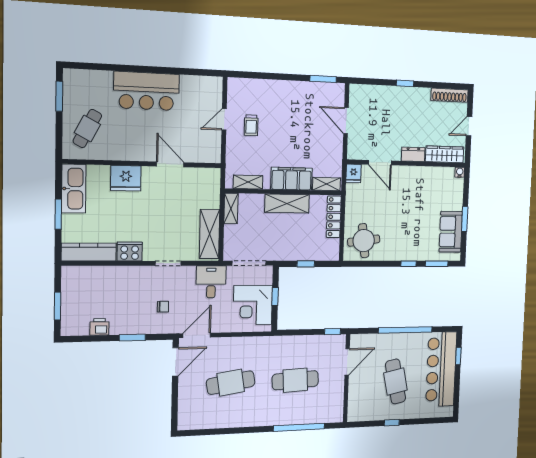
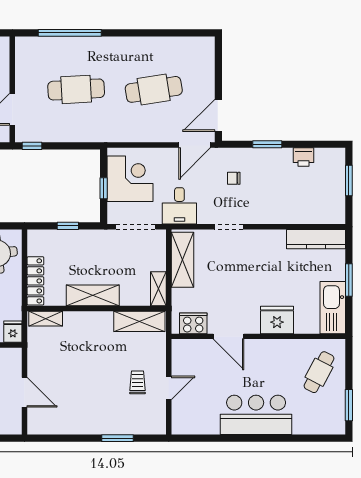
window: (323, 79) -> (118, 438), moved
filing cabinet: (292, 179) -> (88, 324), removed
shelving: (248, 182) -> (139, 321), width x1.50, depth x1.33
cooker: (130, 252) -> (193, 323), moved, turned 180

